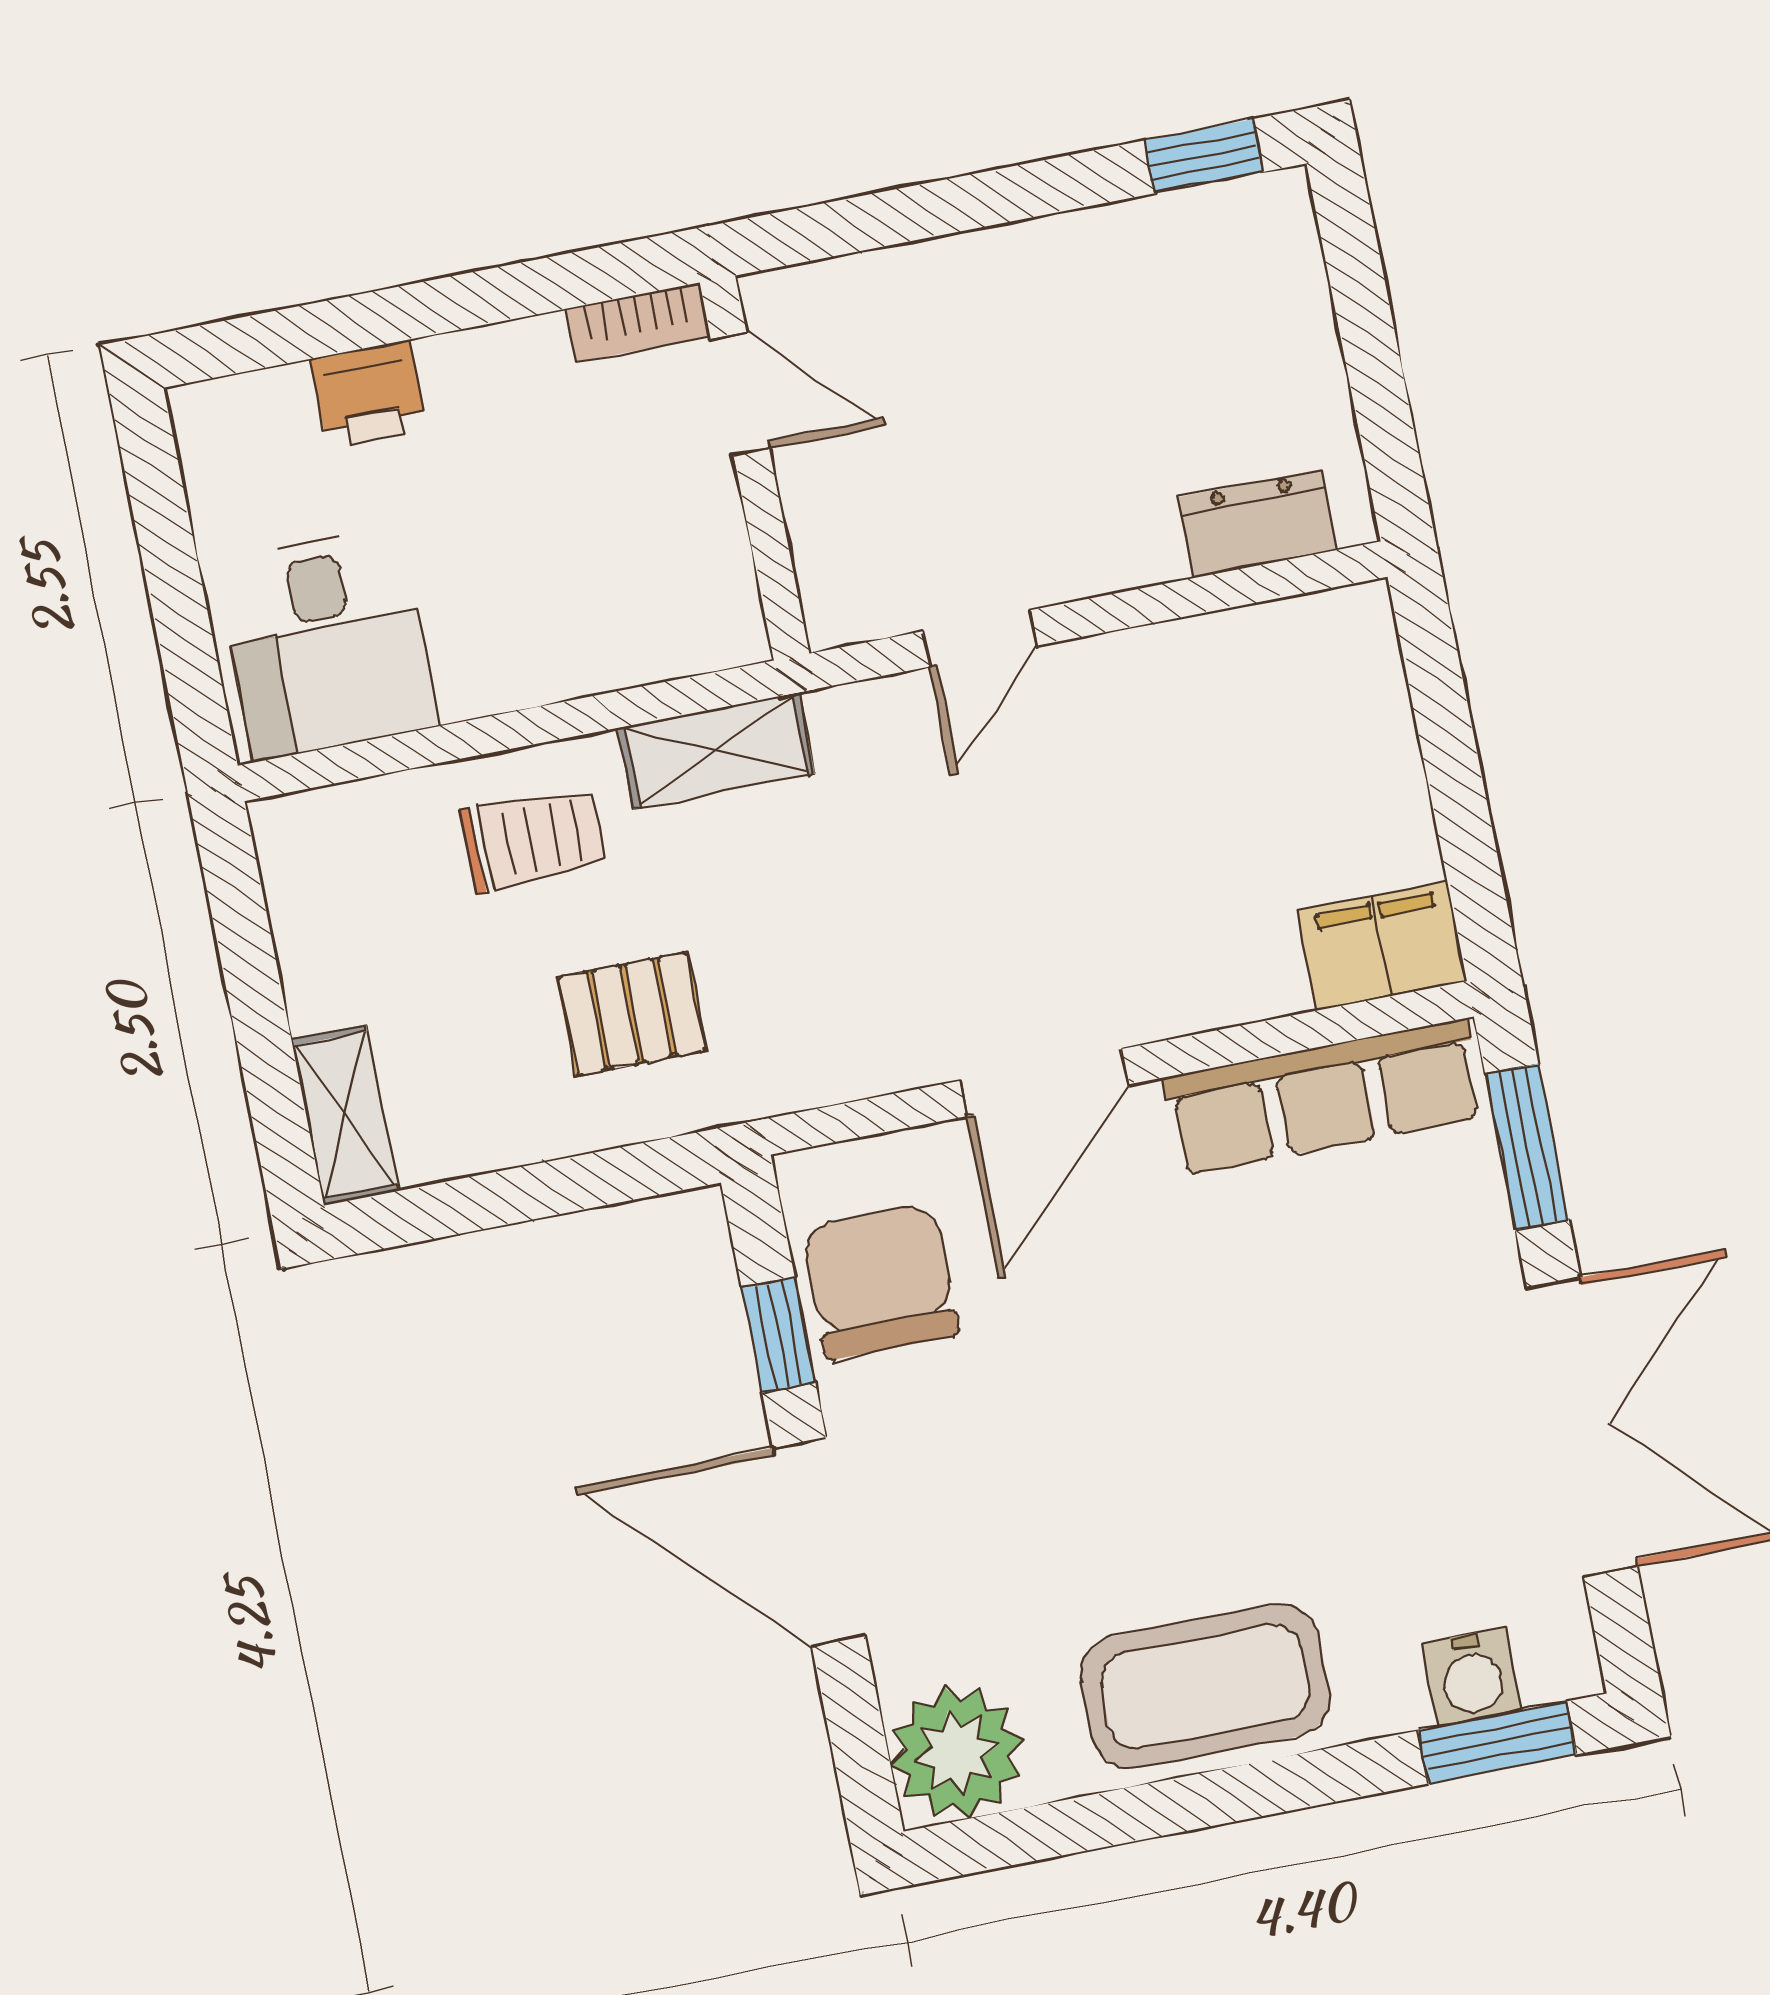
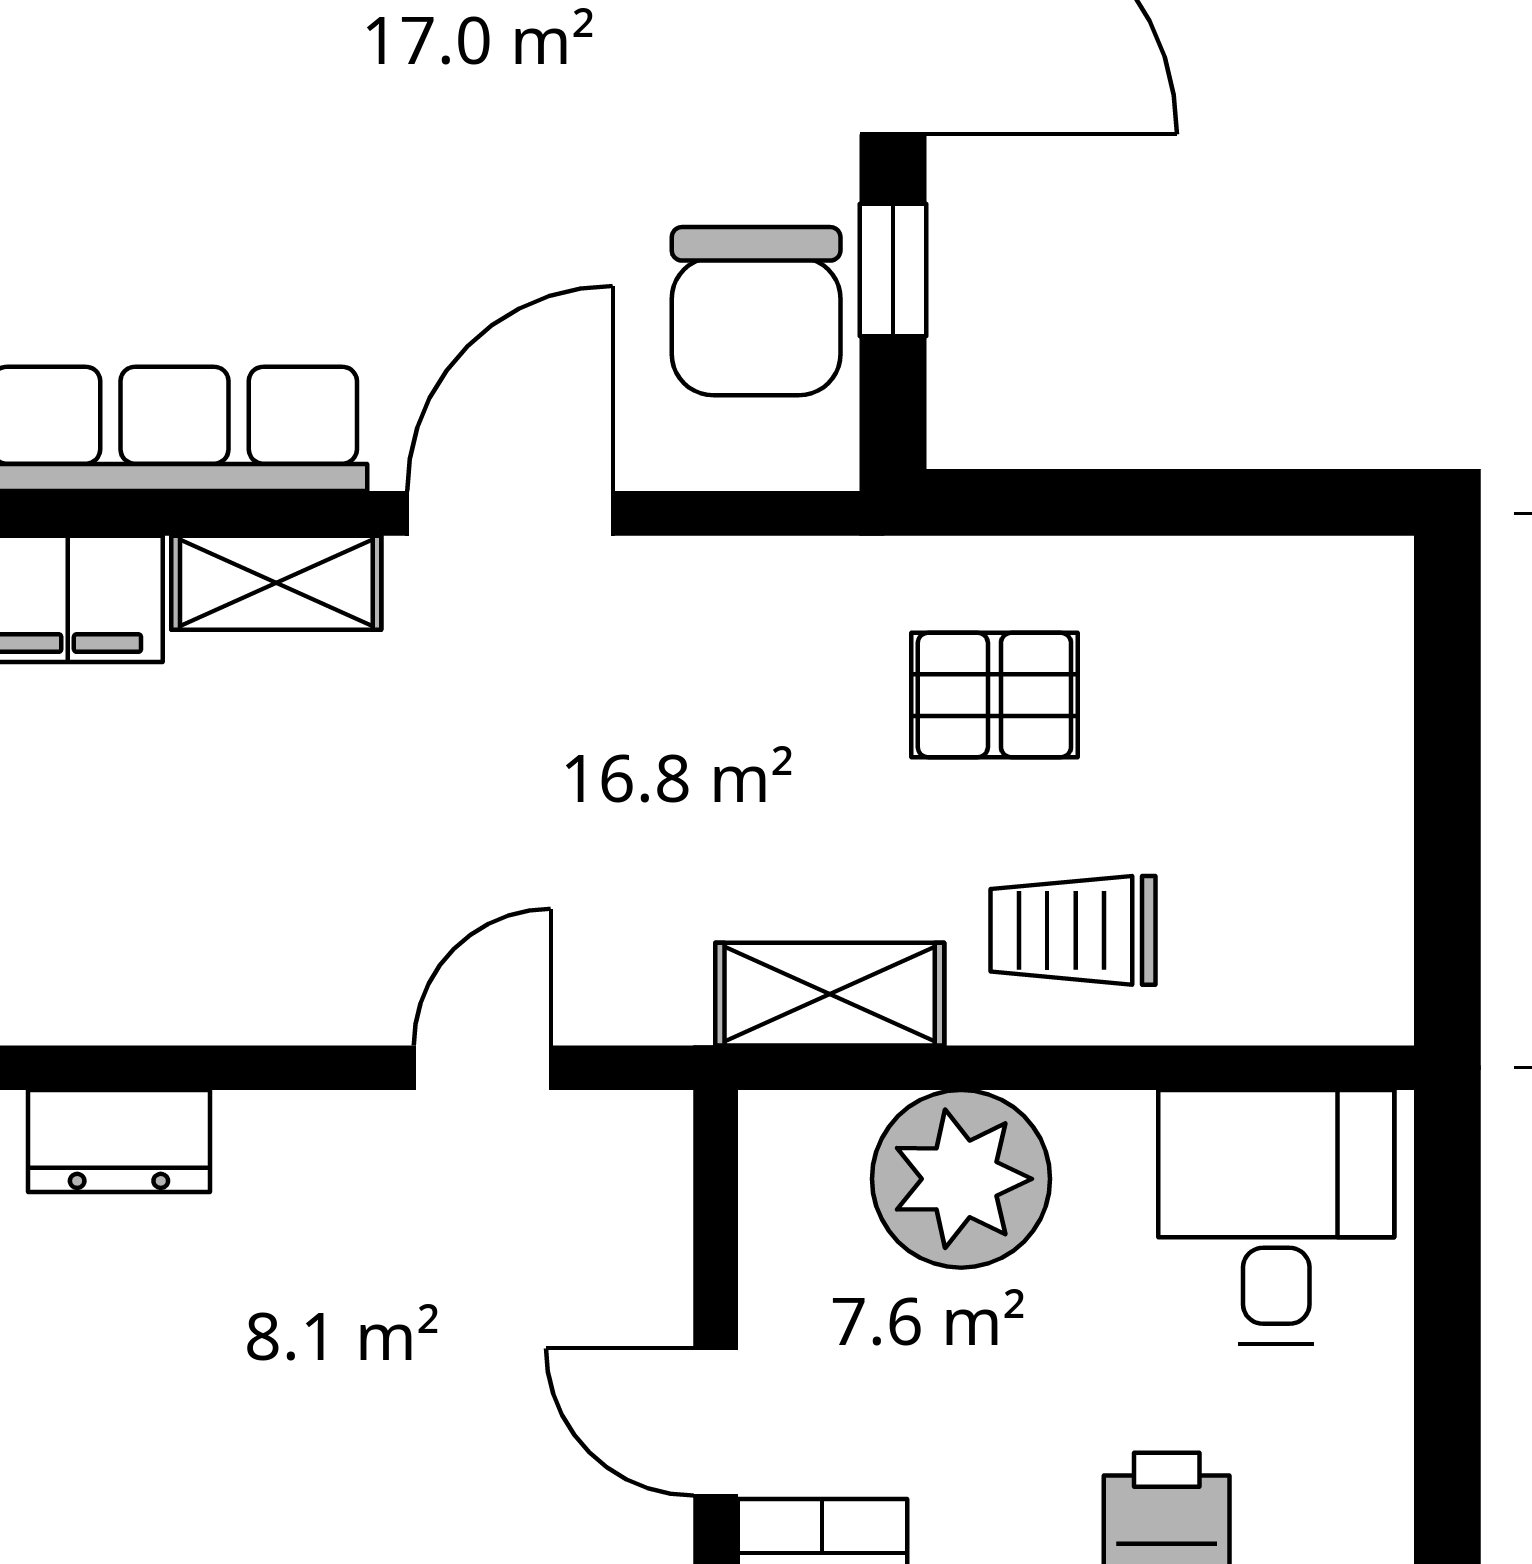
plant: (583, 625) -> (961, 1179), added
shelving: (345, 1115) -> (276, 583), moved, turned 90

